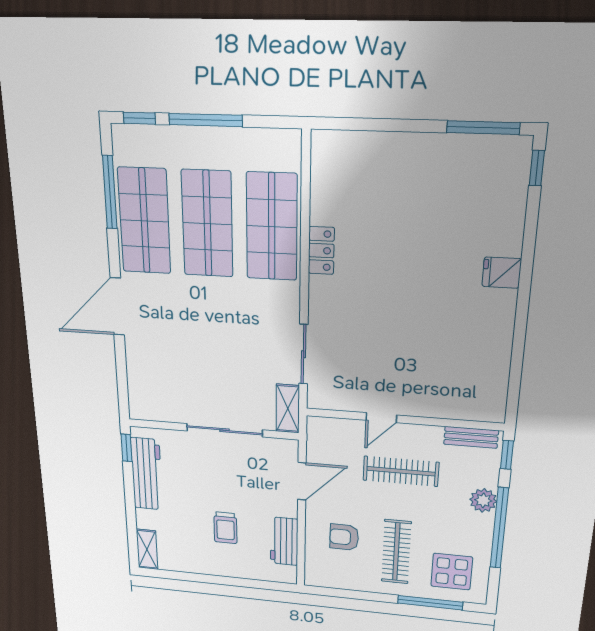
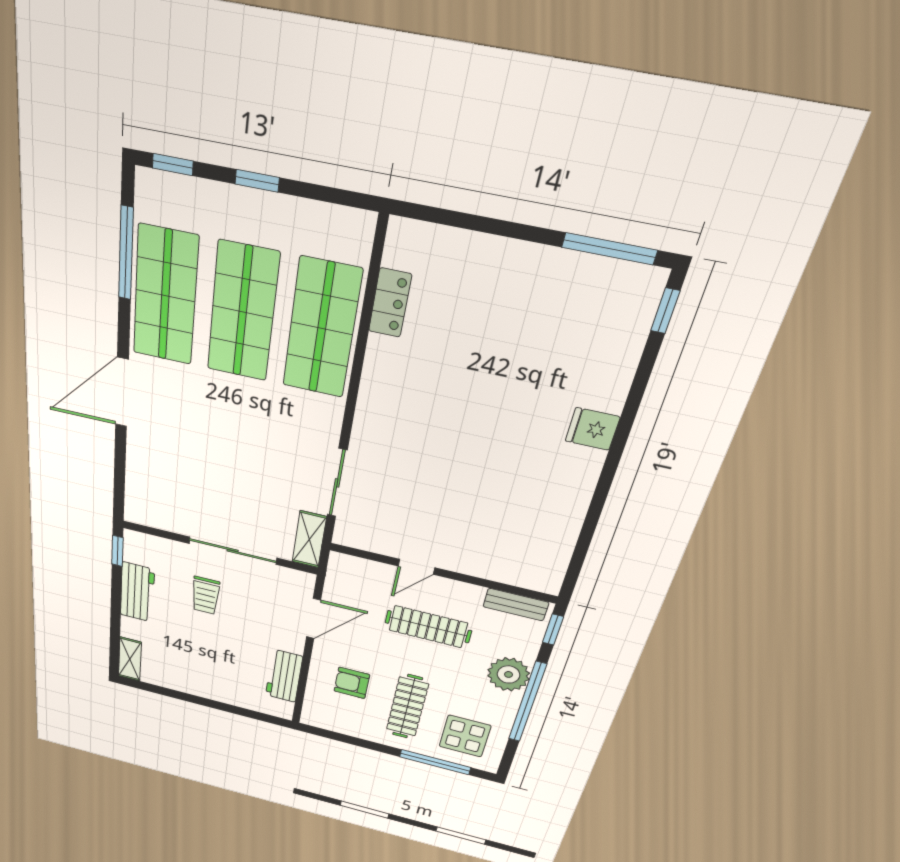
window: (206, 120) -> (257, 181), width x0.46
locker: (321, 251) -> (390, 303), moved
workbench: (147, 474) -> (137, 592), width x0.73
plant: (483, 500) -> (509, 674), width x1.36, depth x1.36
trolley: (225, 528) -> (206, 596), moved

